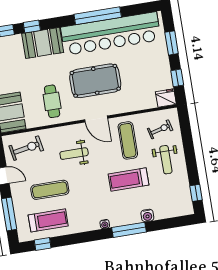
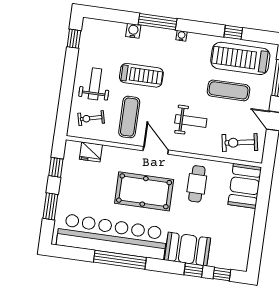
fridge: (166, 98) -> (91, 152), moved
treadmill: (48, 220) -> (240, 58), width x1.37, depth x1.38
window: (43, 244) -> (233, 32), moved

